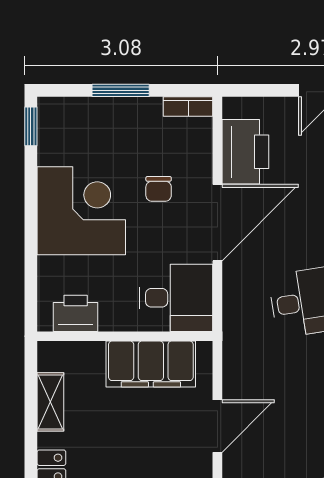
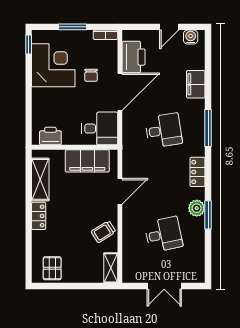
corner desk: (81, 211) -> (53, 65), moved
shelving: (50, 402) -> (40, 179), width x1.50, depth x1.33

